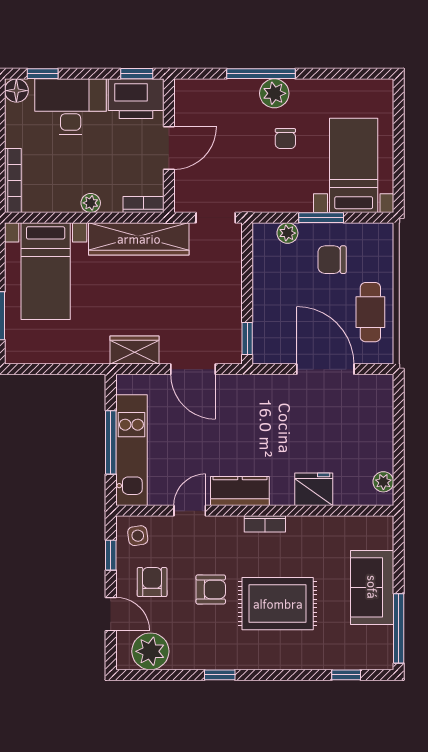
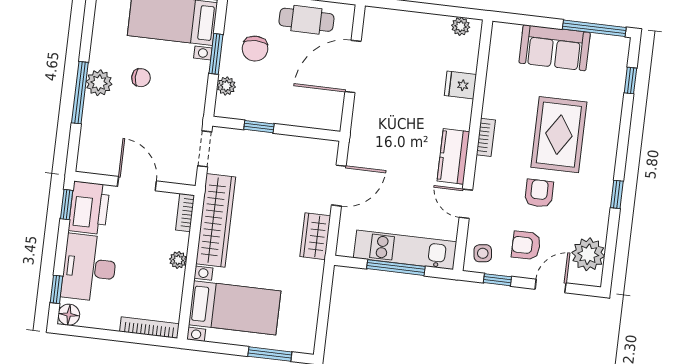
window: (247, 339) -> (259, 127), moved
fridge: (314, 489) -> (460, 85), width x0.72

